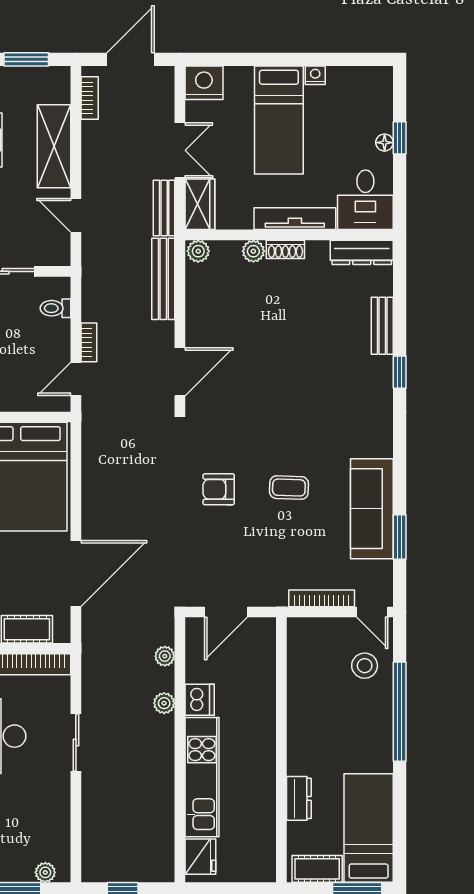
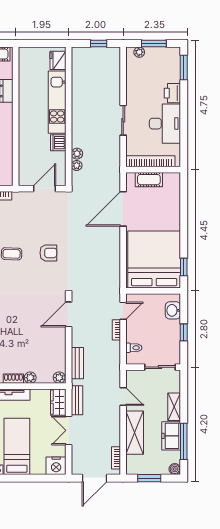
bench: (163, 279) -> (77, 363), width x0.73
plant: (164, 703) -> (77, 154), moved

